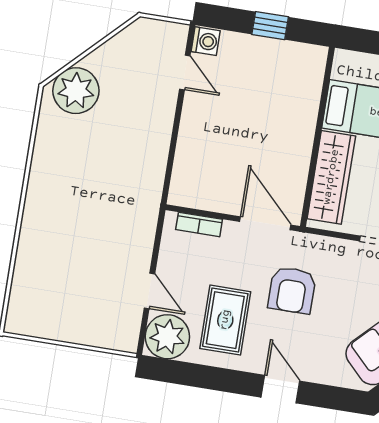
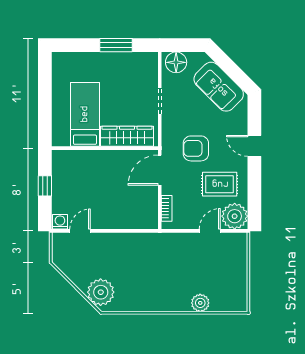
plant: (31, 255) -> (200, 303), added
armchair: (292, 290) -> (196, 148), turned 180
door: (280, 389) -> (254, 146), hinge flipped

